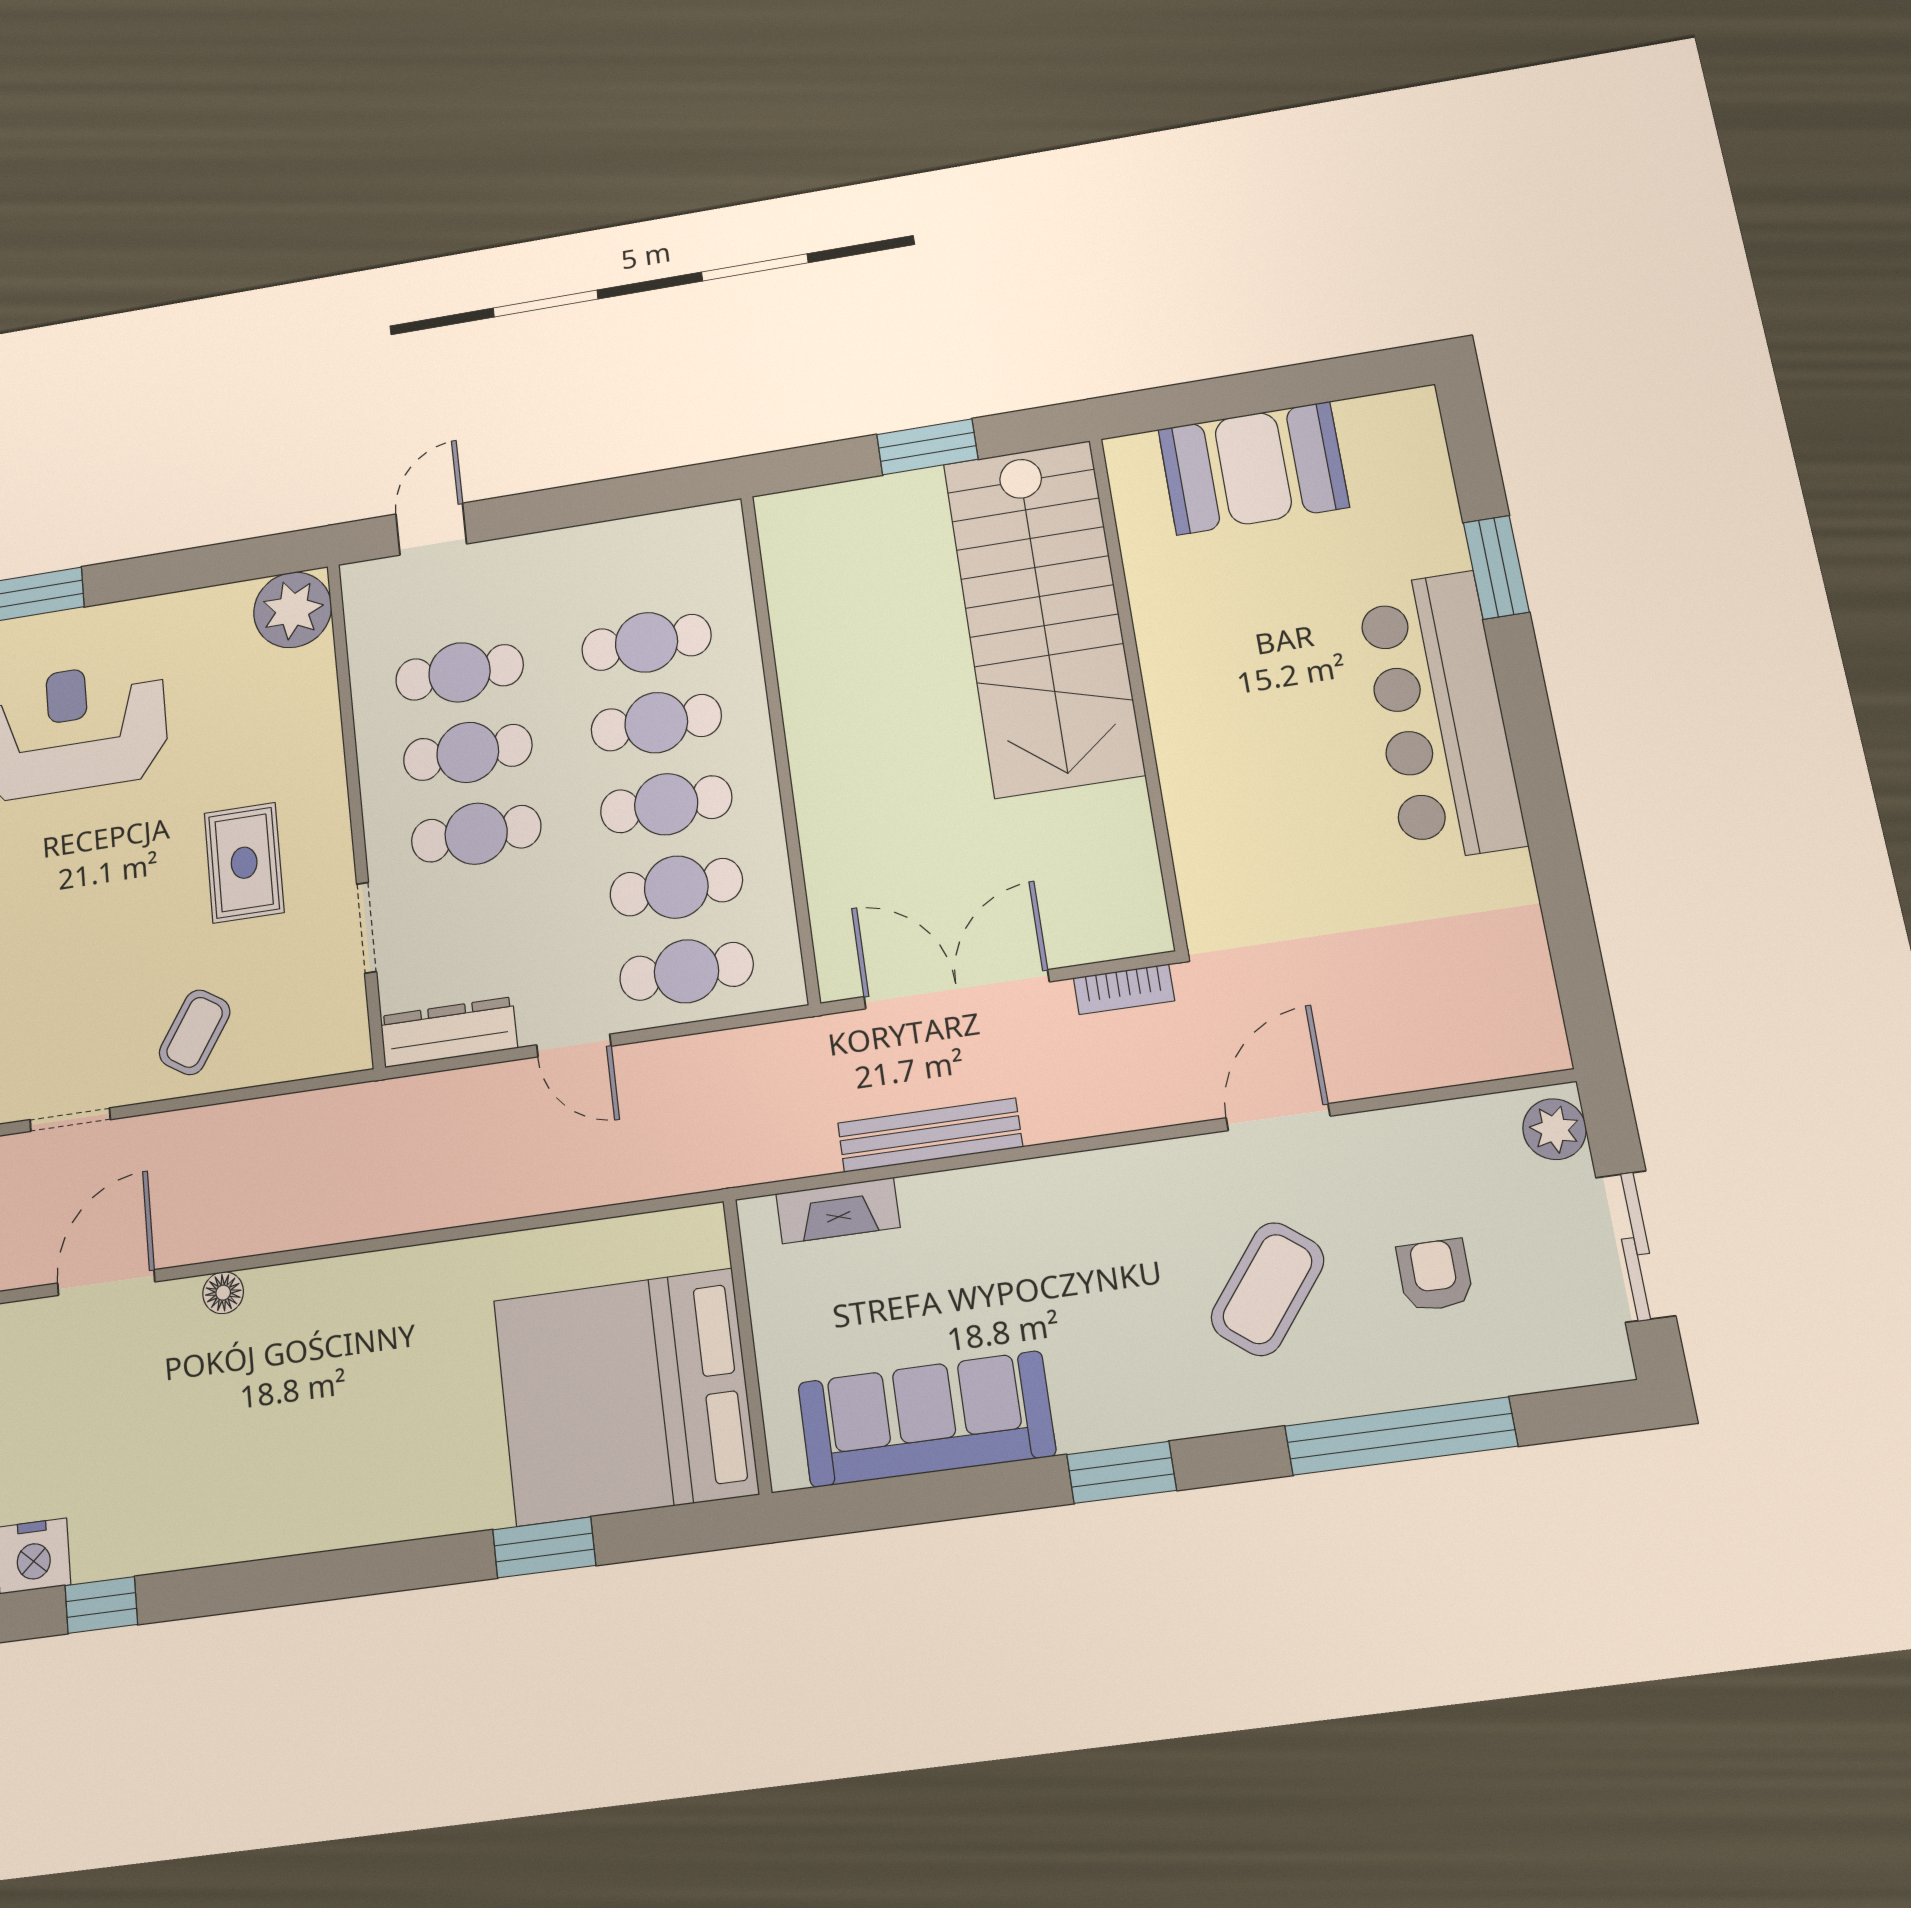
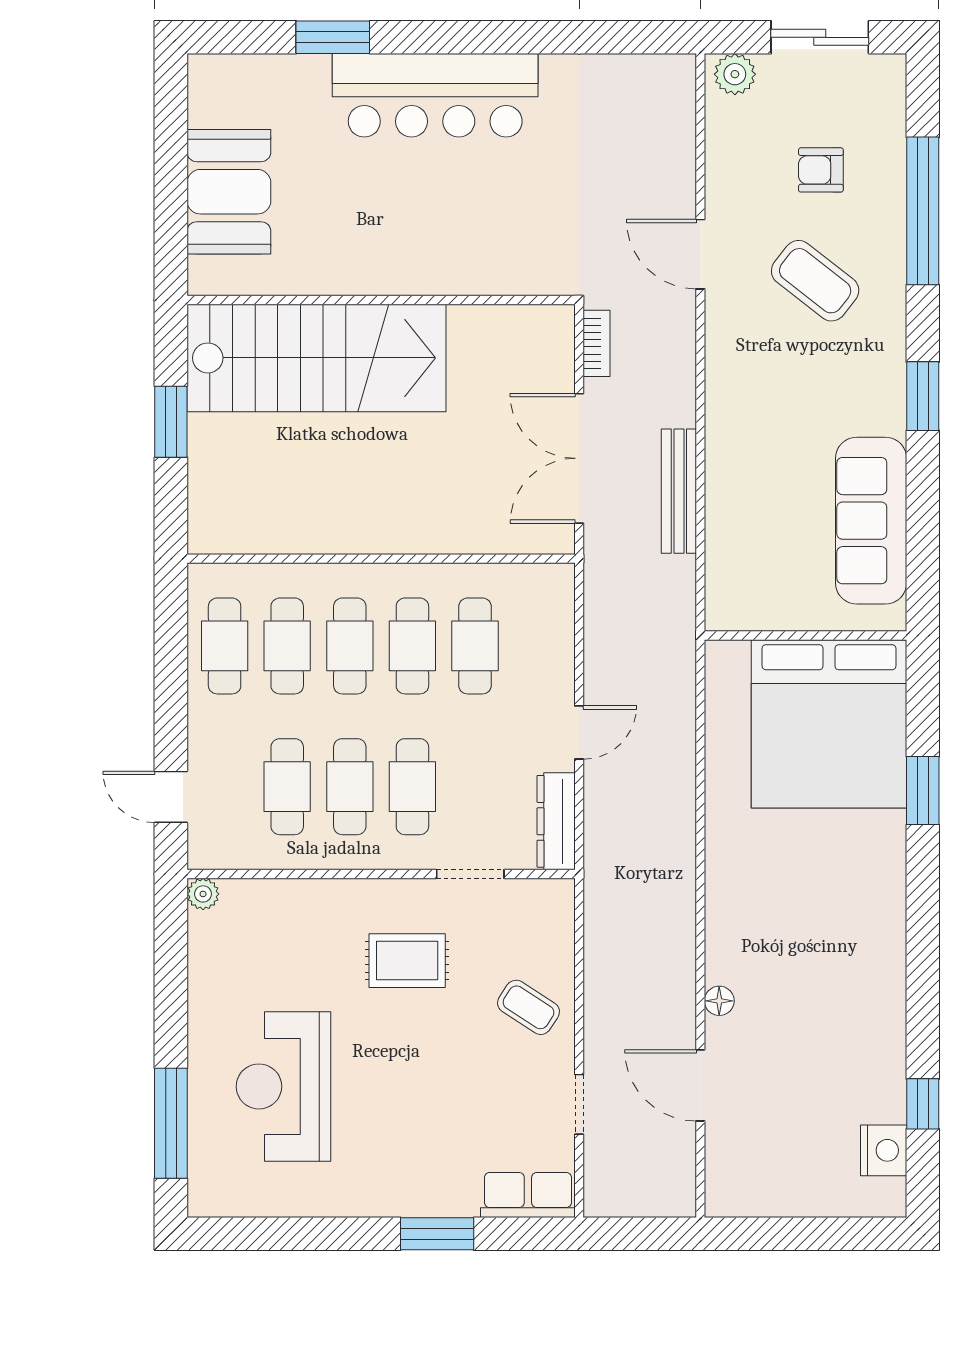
plant: (293, 610) -> (203, 894), width x0.53, depth x0.53
cafe table: (686, 971) -> (225, 646), moved
fireplace: (838, 1211) -> (722, 561), removed

